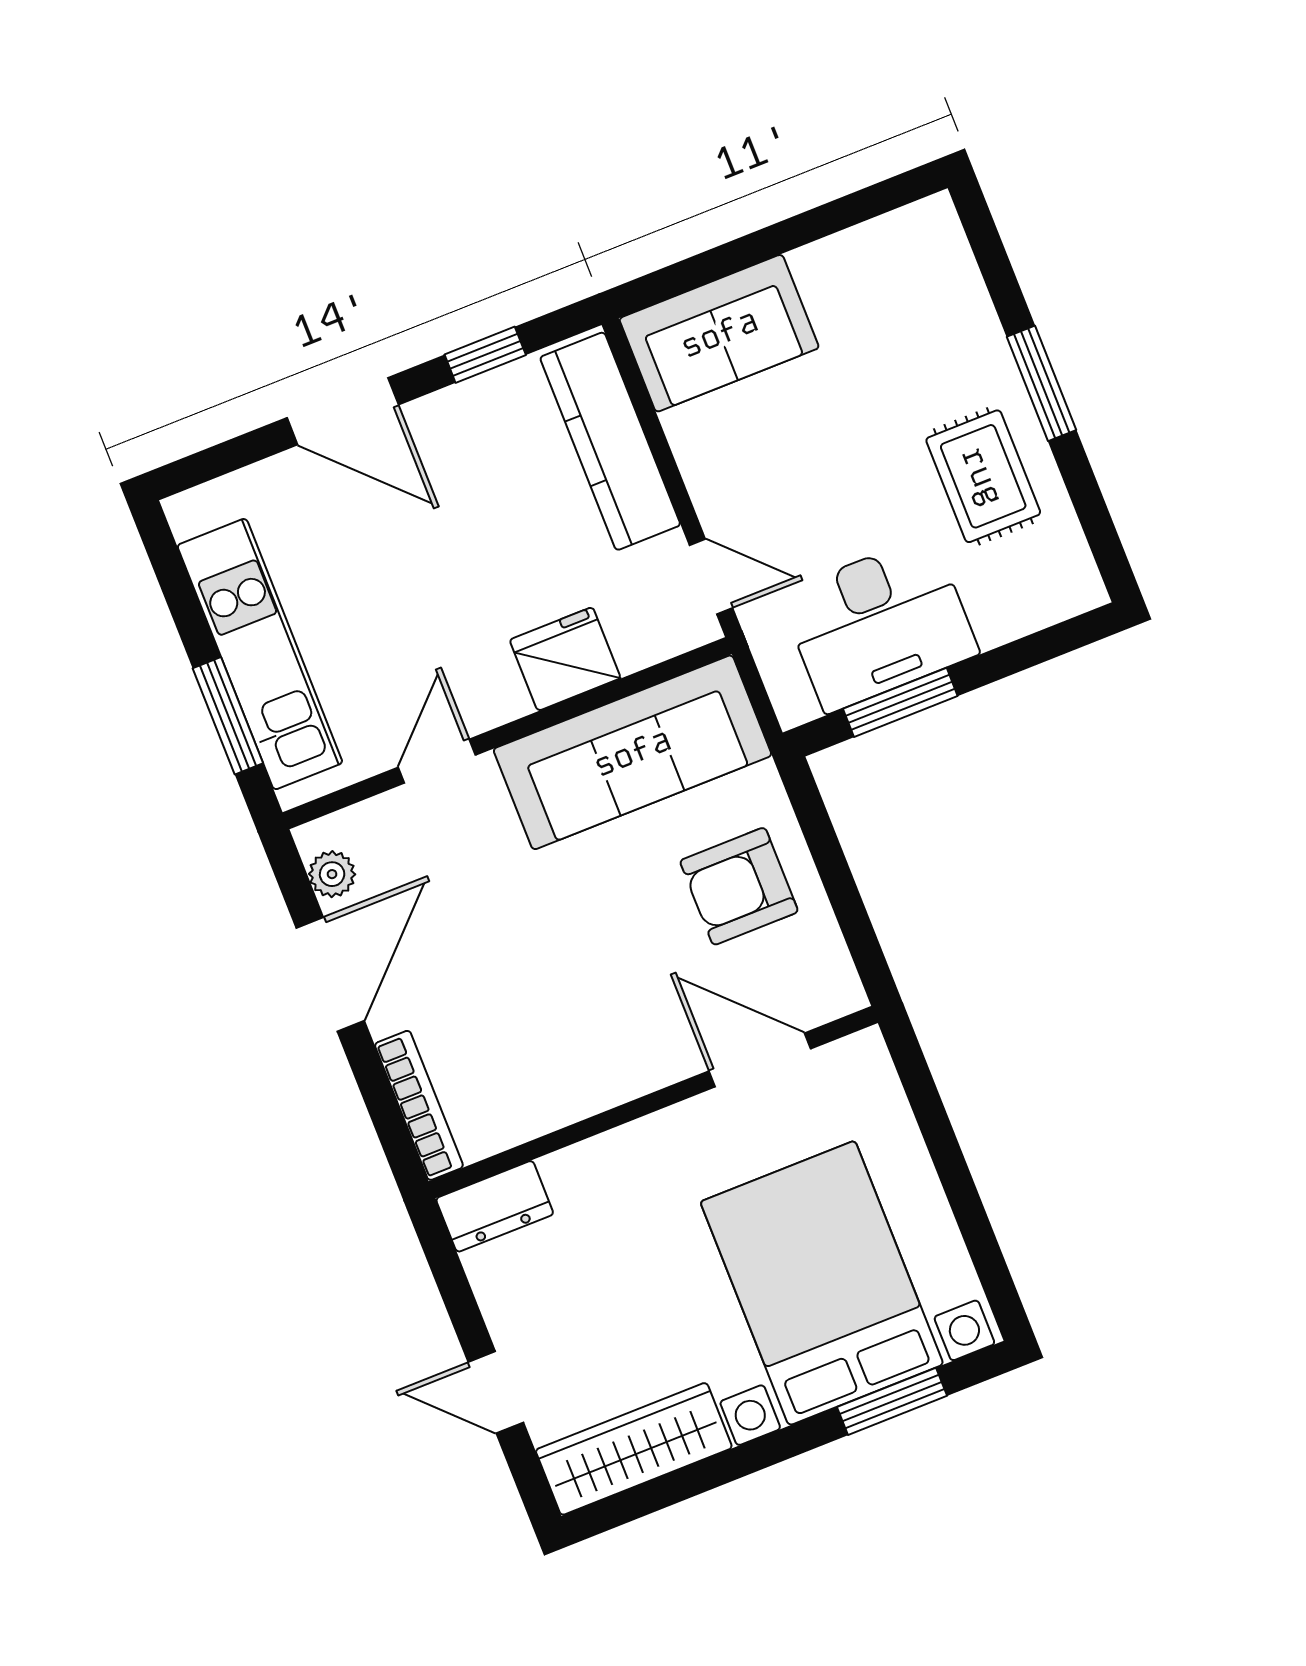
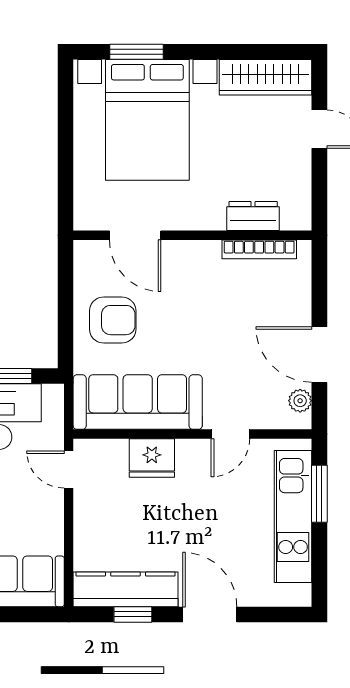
kitchen counter: (610, 441) -> (125, 589), moved, turned -90
door: (330, 974) -> (319, 354), hinge flipped
bookcase: (419, 1105) -> (259, 249), moved, turned -90
dresser: (495, 1206) -> (253, 216), moved

